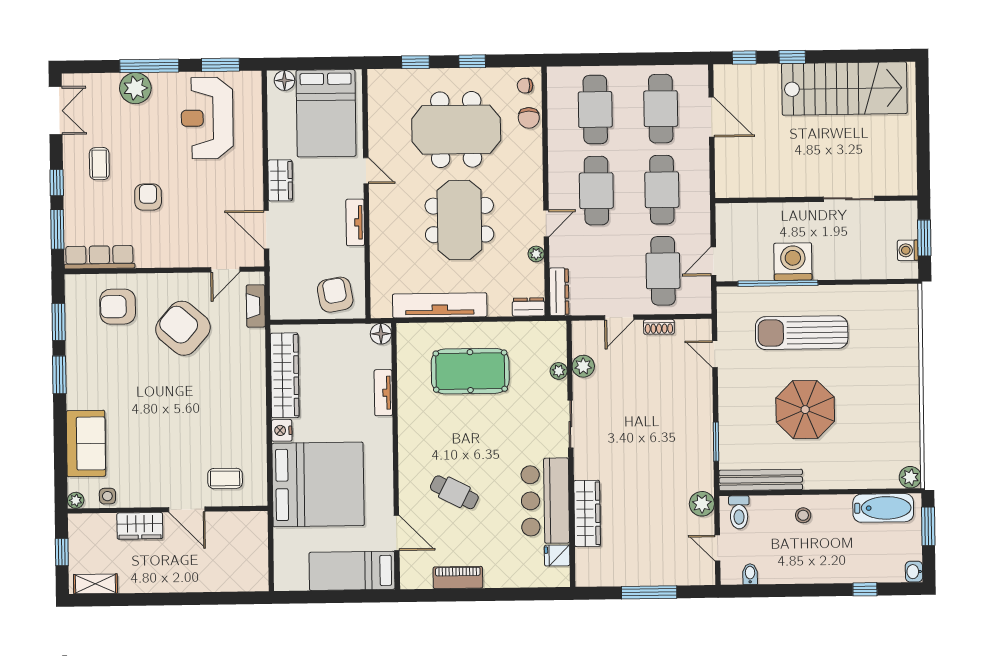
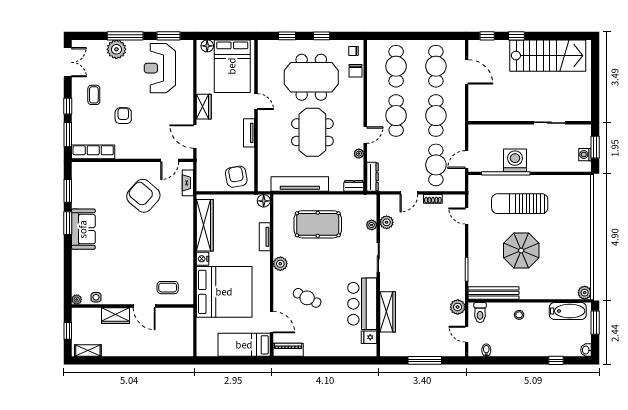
armchair: (118, 307) -> (104, 182), removed
plant: (410, 437) -> (280, 264), added
sofa: (86, 443) -> (83, 229), moved
piano: (458, 578) -> (288, 350), moved

